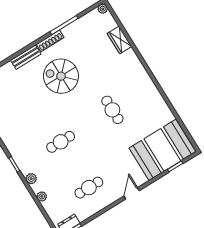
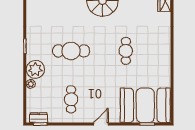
cafe table: (61, 142) -> (71, 51), width x1.37, depth x1.35
plant: (31, 179) -> (35, 69), width x1.88, depth x1.88
cafe table: (89, 188) -> (71, 99), turned 90

